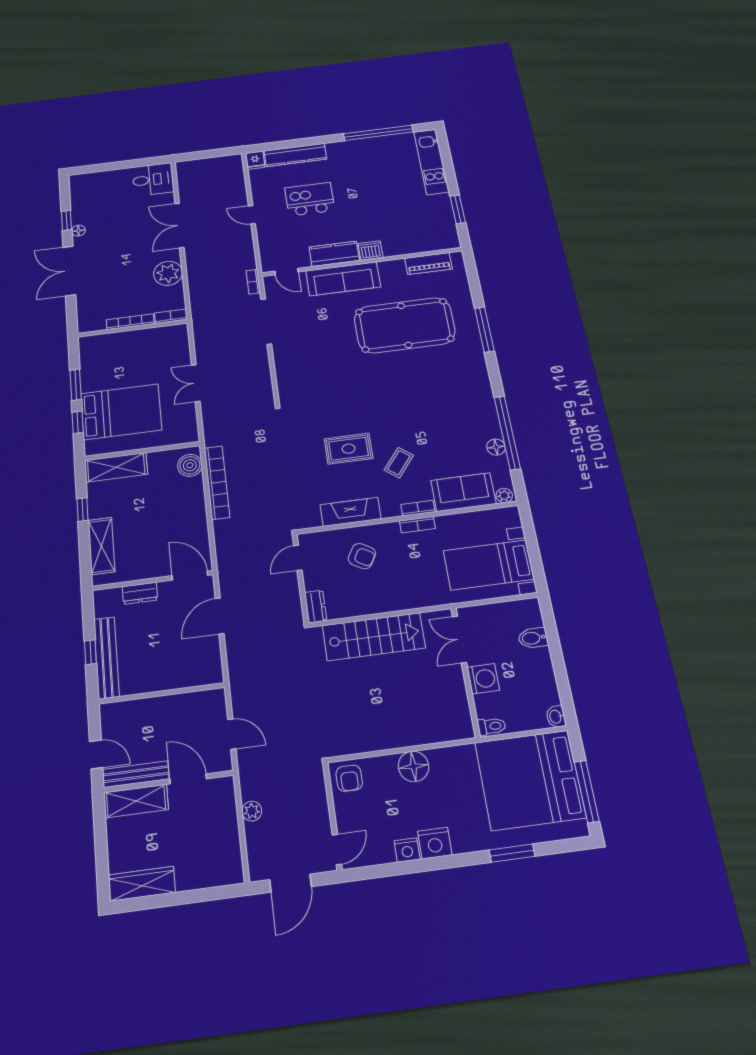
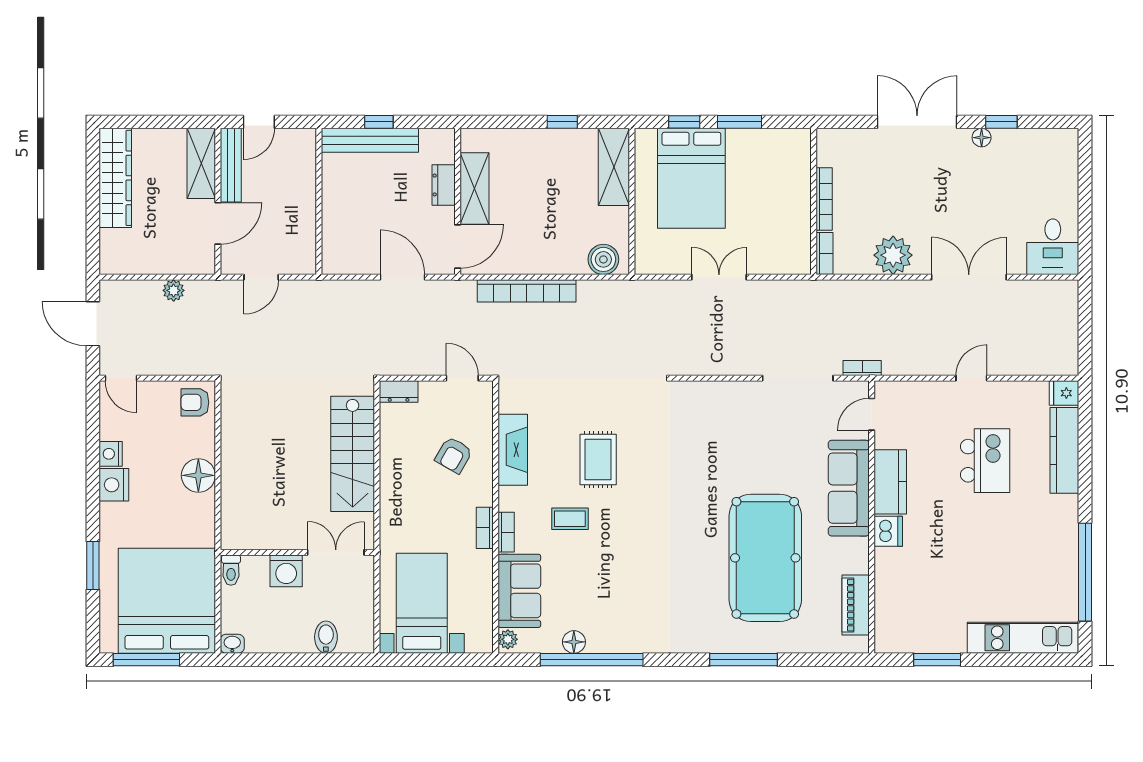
coffee table: (399, 463) -> (570, 519), turned -38
bookcase: (217, 482) -> (527, 291), moved
shelving: (101, 546) -> (475, 189), moved, turned 90
wardrobe: (142, 884) -> (115, 178), width x1.40, depth x1.17

